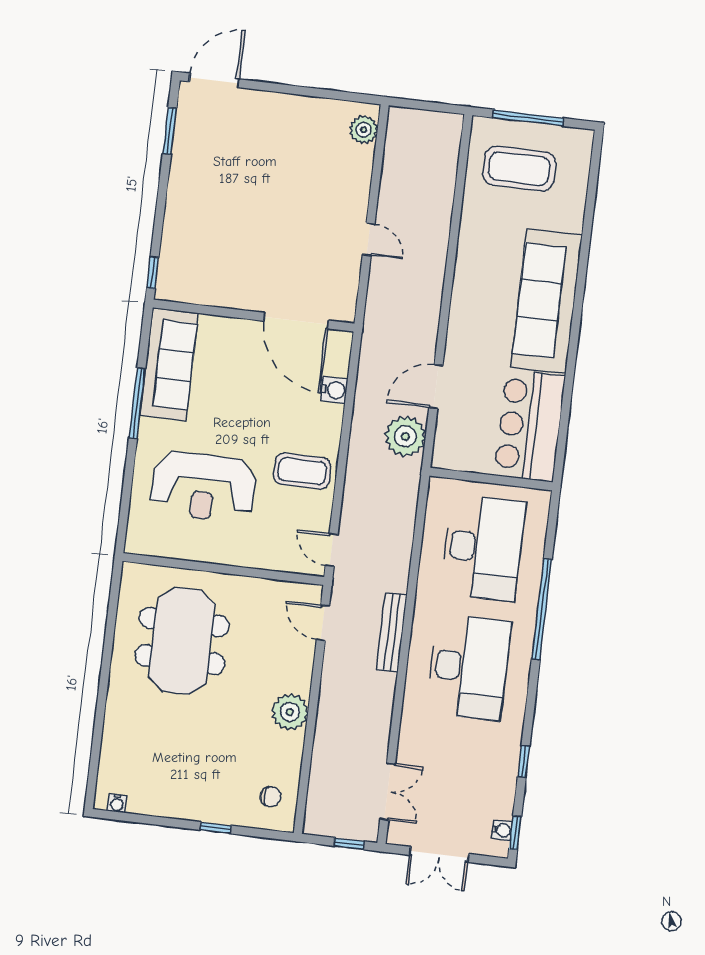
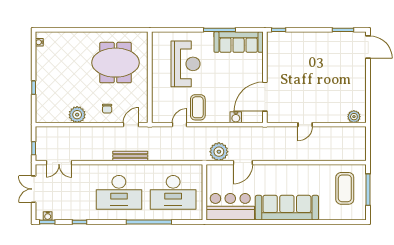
door: (436, 387) -> (243, 163), swing flipped
reception desk: (203, 487) -> (185, 64), turned 180
door: (332, 550) -> (180, 125), moved
plant: (290, 712) -> (77, 115), moved
chair: (270, 797) -> (107, 109), moved

